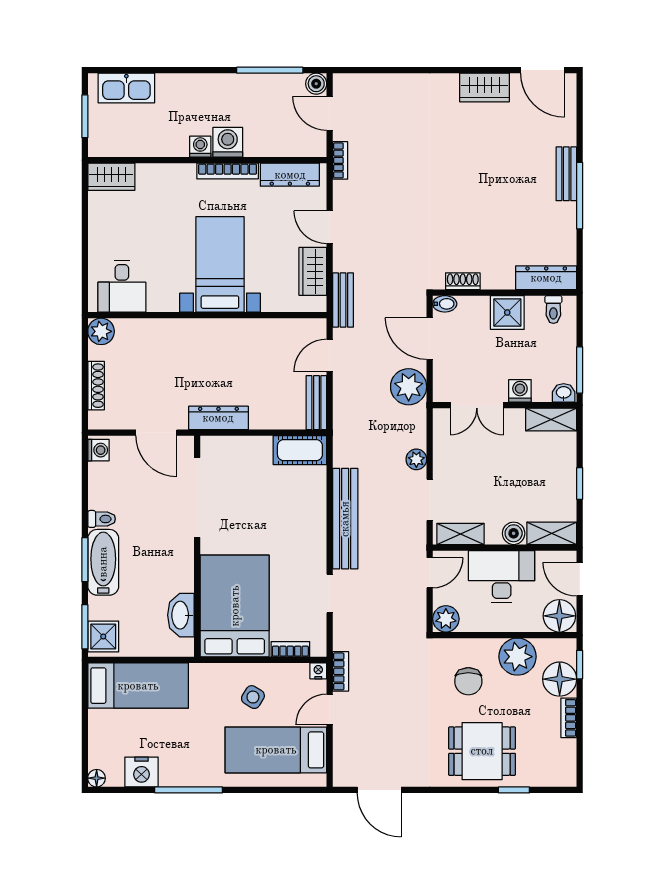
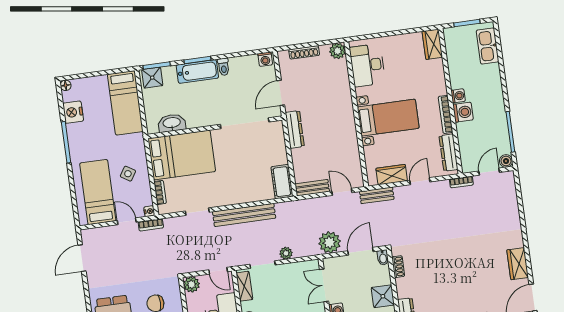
desk: (122, 286) -> (367, 65), width x1.37

